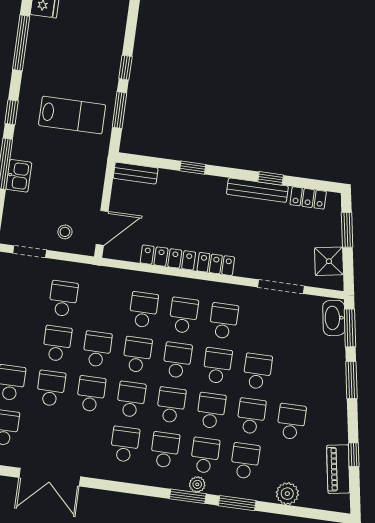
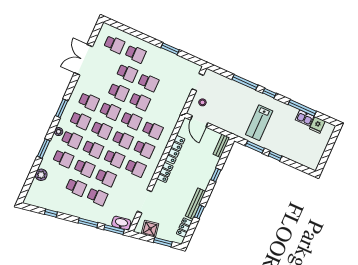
kitchen sink: (19, 176) -> (305, 118), moved
school desk: (63, 299) -> (97, 197), moved
piano: (338, 469) -> (46, 203), removed
window: (188, 496) -> (62, 108), moved

